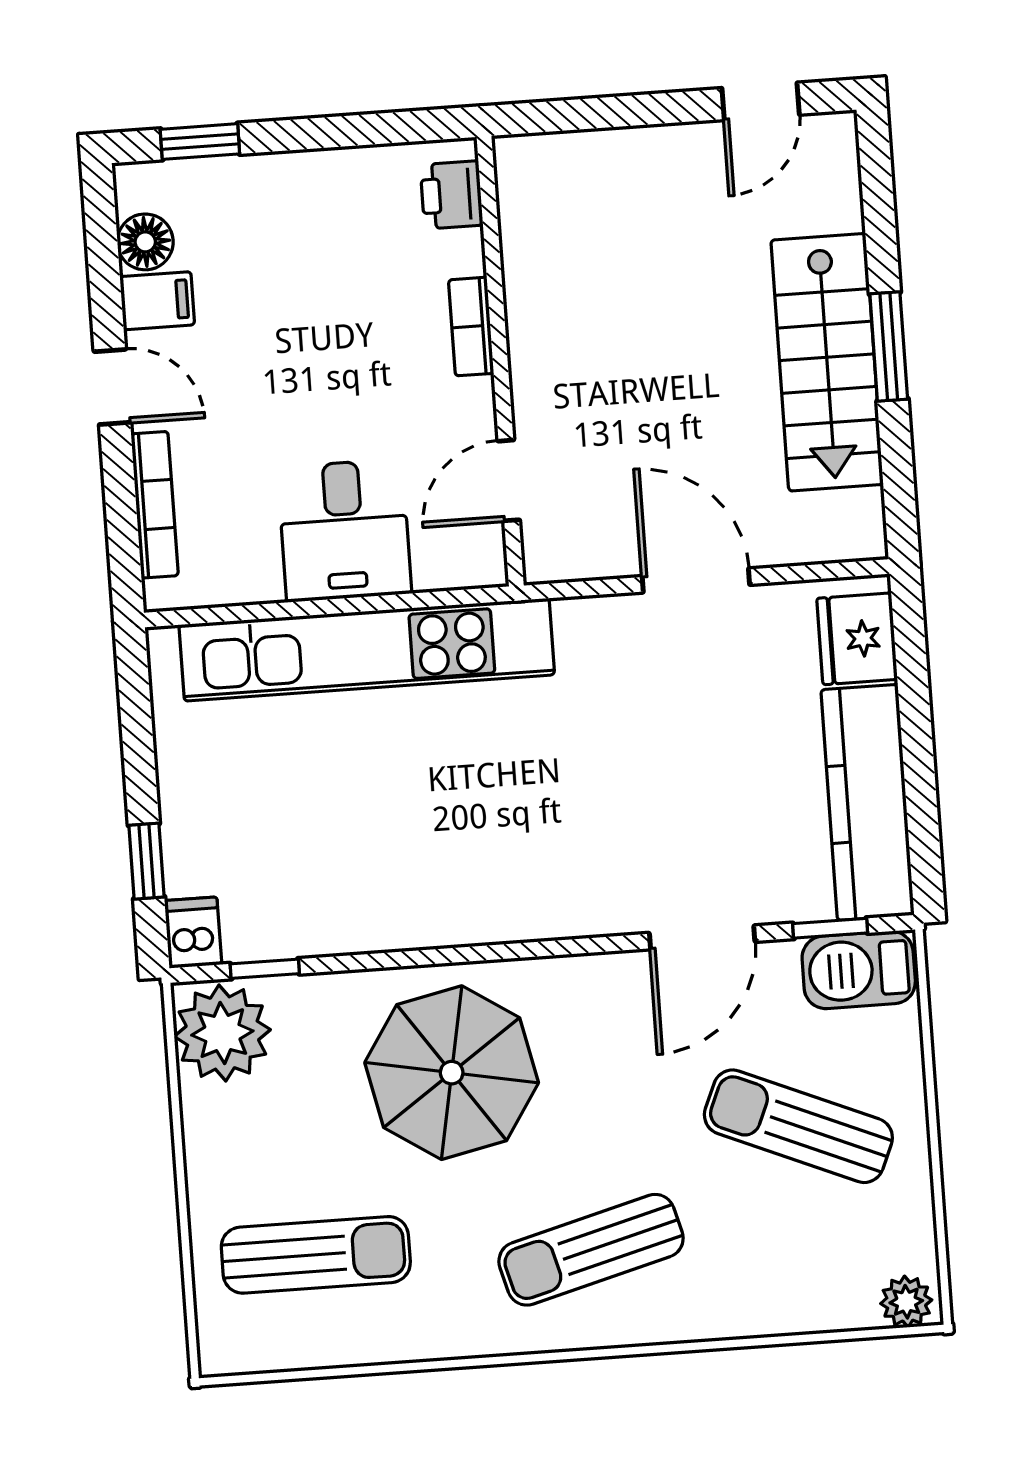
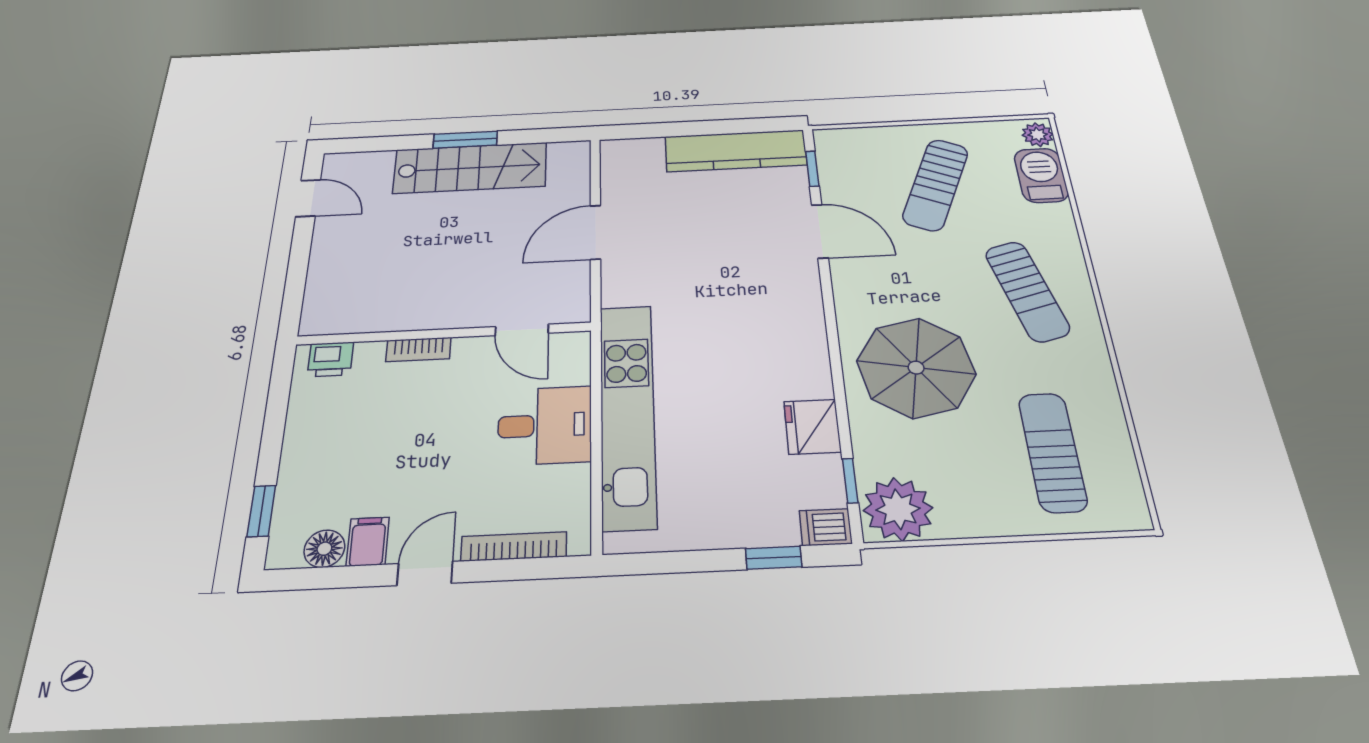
fridge: (857, 639) -> (812, 427), moved, turned 90
barbecue: (859, 970) -> (1041, 175), moved, turned 180

